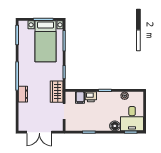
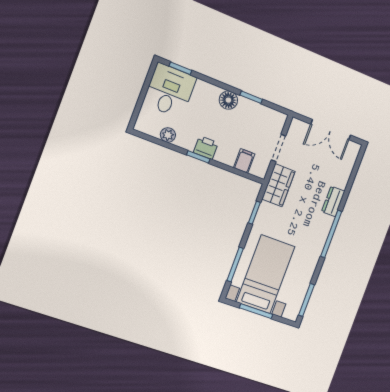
printer: (91, 97) -> (206, 148), moved
floor lamp: (115, 126) -> (228, 100), moved
double door: (39, 132) -> (331, 130), swing flipped

